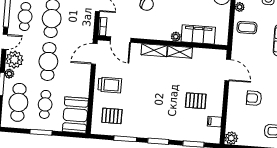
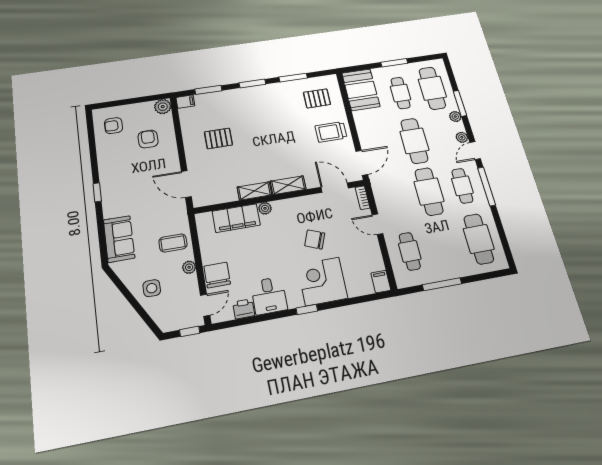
plant: (14, 60) -> (462, 137), width x0.53, depth x0.53
armchair: (254, 98) -> (148, 139), moved, turned -90
filing cabinet: (215, 122) -> (185, 102), moved

